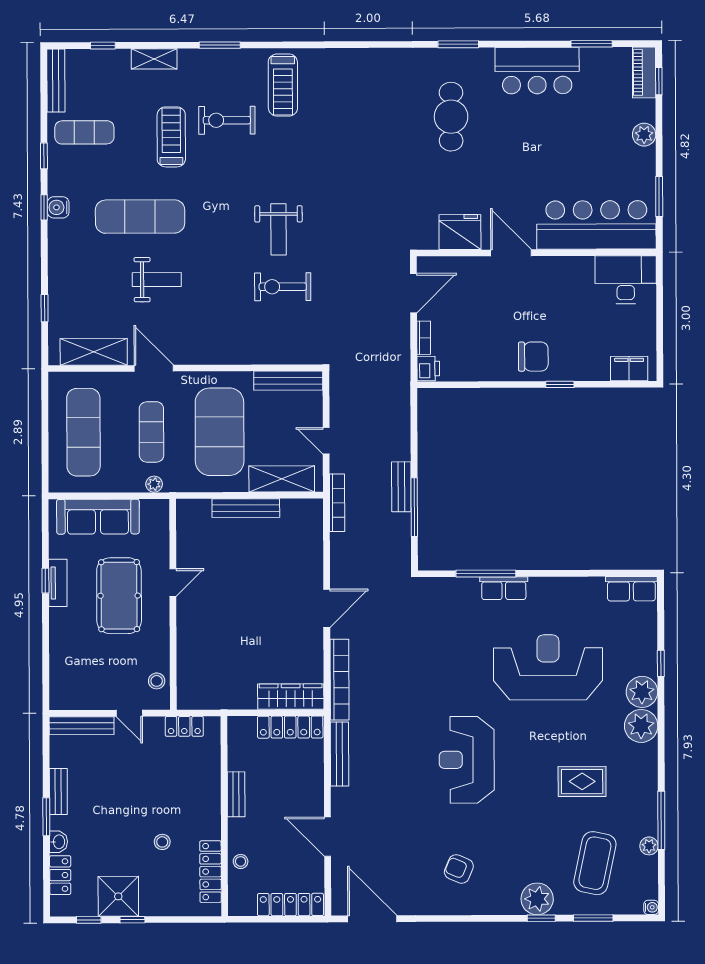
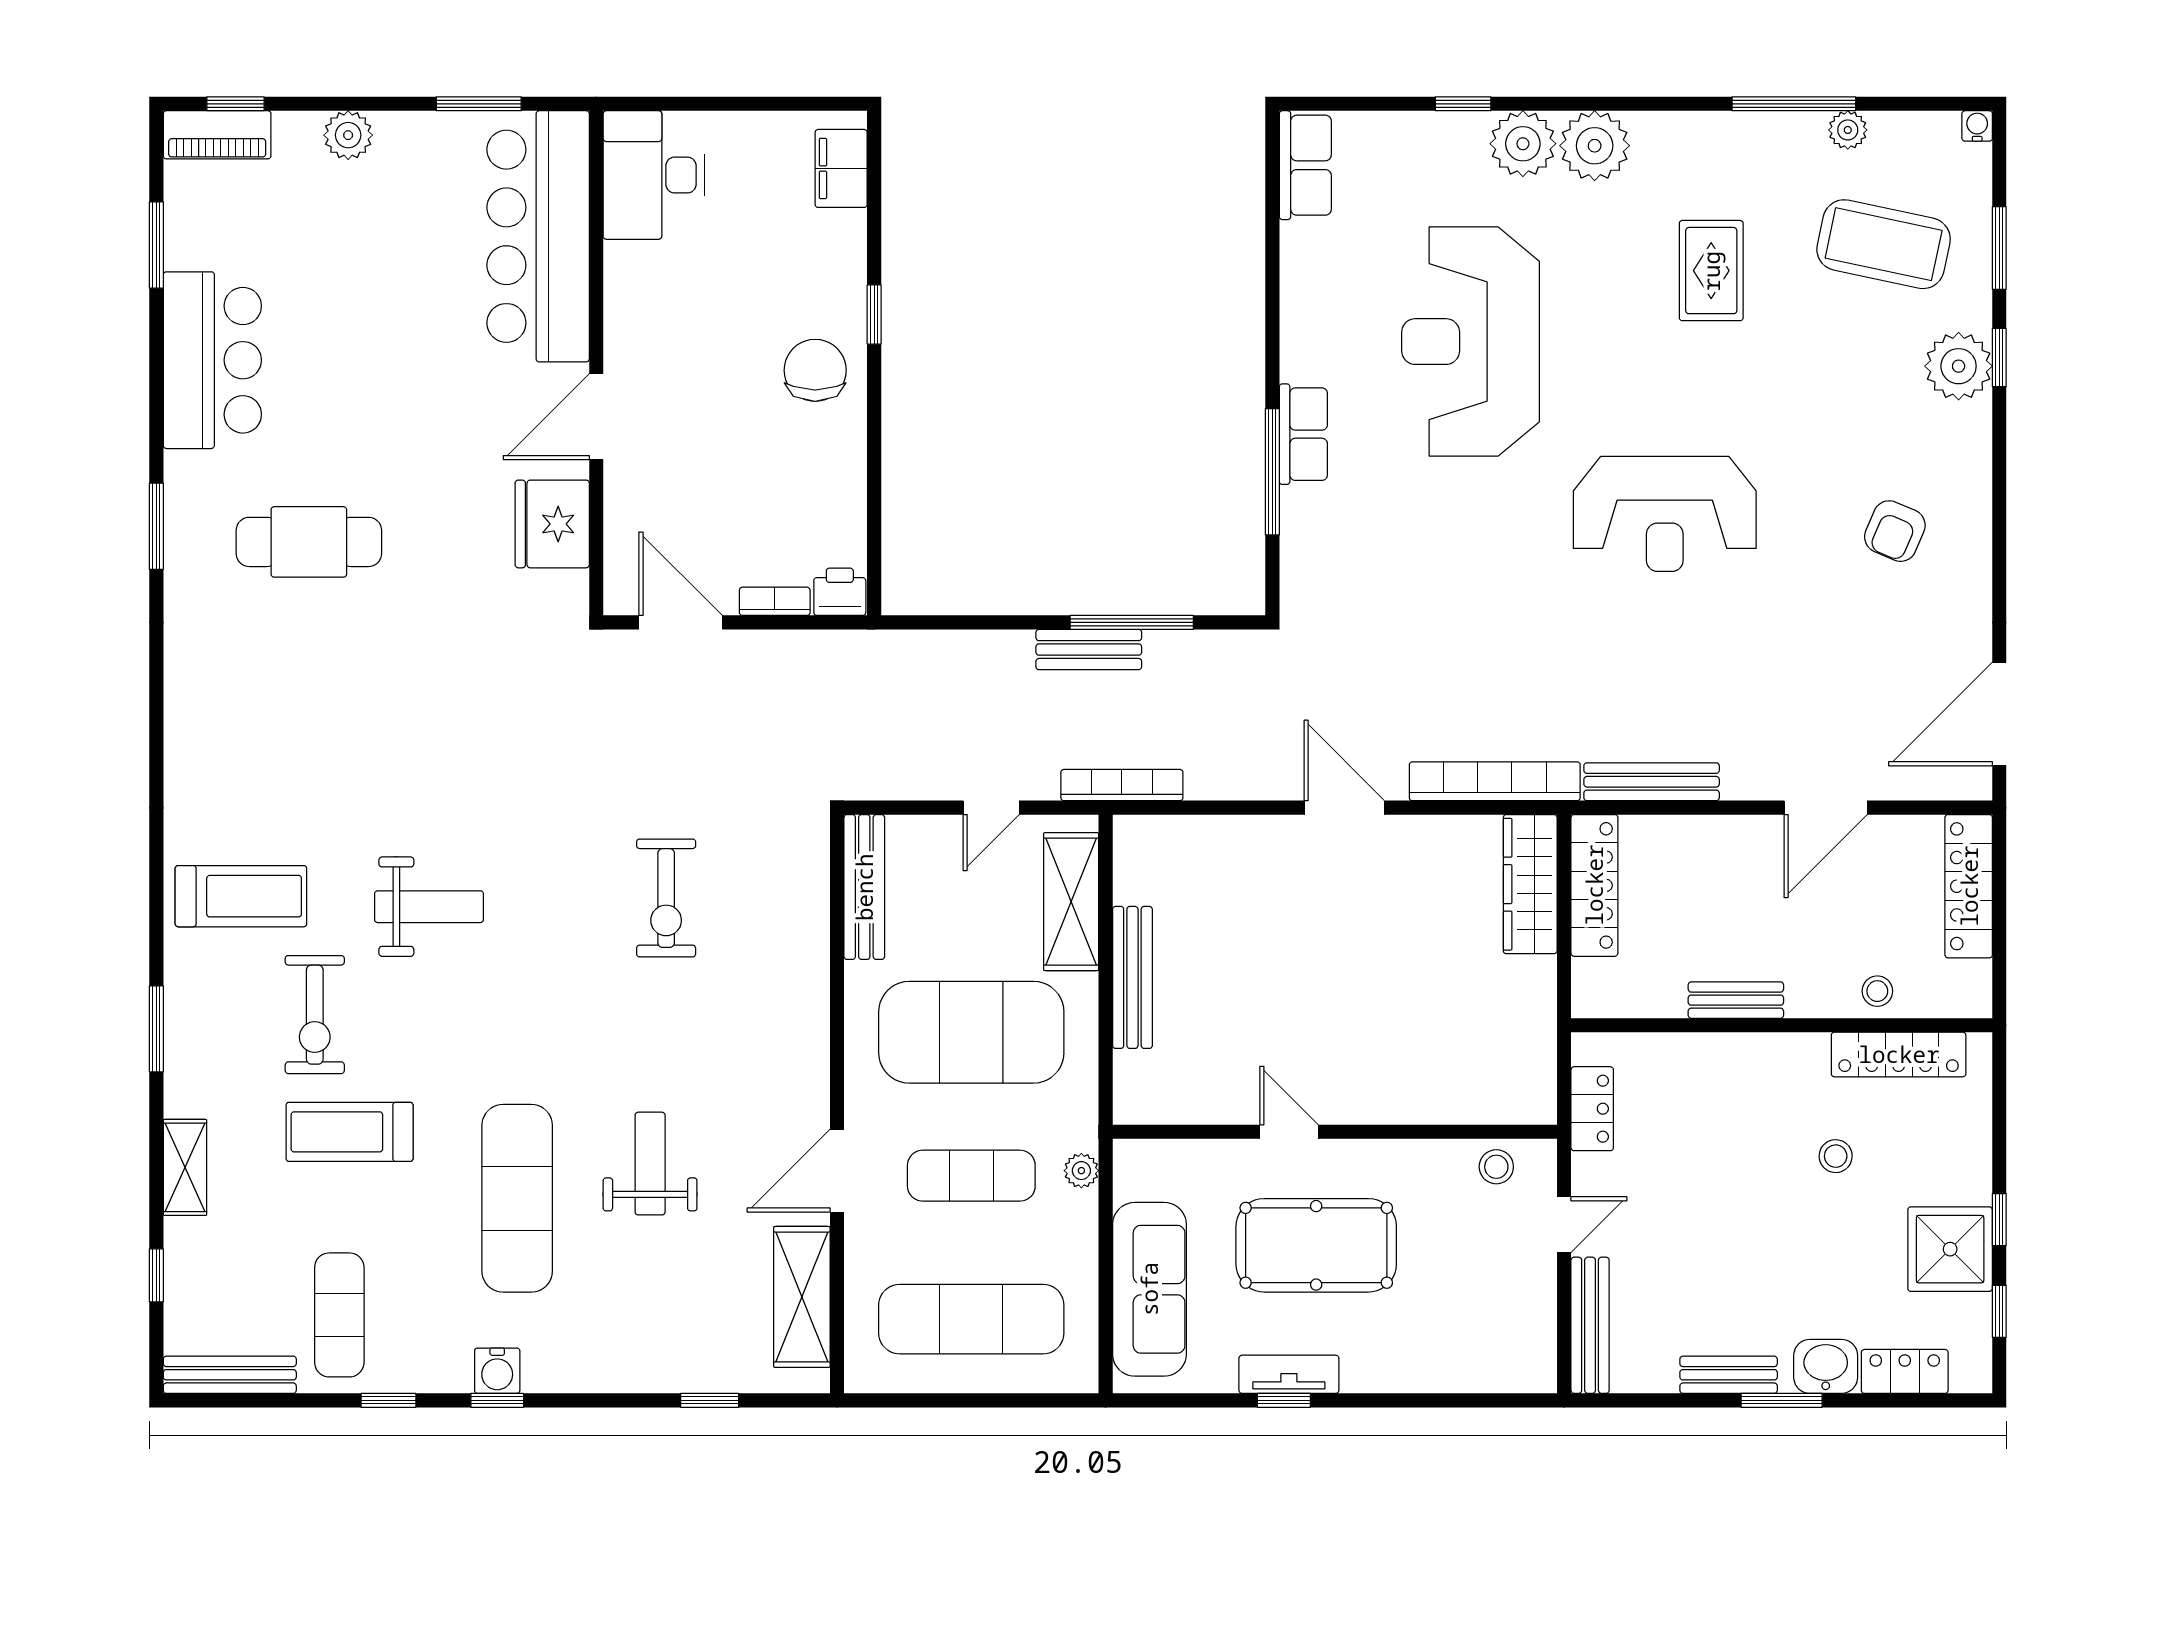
weight bench: (278, 229) -> (429, 907), moved
washbasin: (59, 842) -> (1826, 1366), width x1.38, depth x1.45

